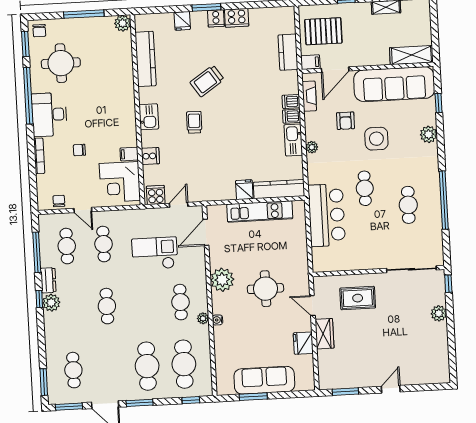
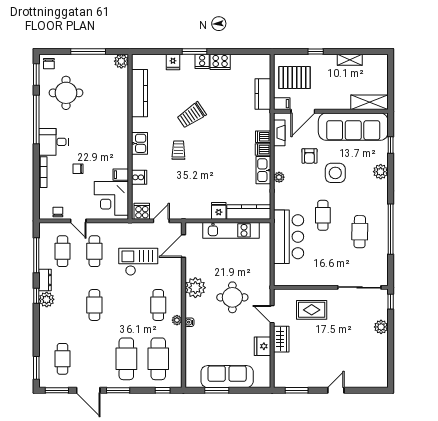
desk: (49, 115) -> (54, 142), width x0.73

